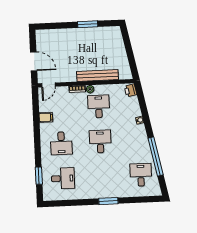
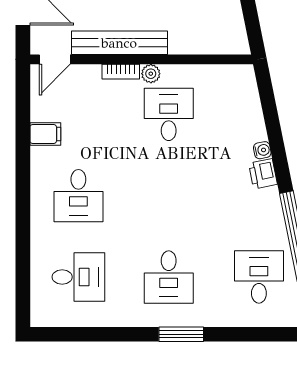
bench: (97, 76) -> (119, 43), moved
printer: (131, 90) -> (263, 174), moved
desk: (100, 142) -> (169, 277), moved, turned 180
window: (39, 176) -> (23, 268), removed

